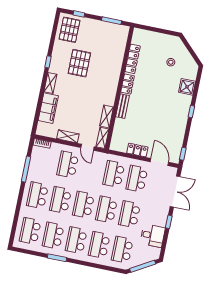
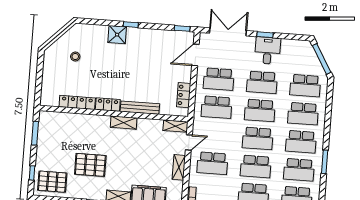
shower: (187, 87) -> (117, 35), moved
bench: (122, 106) -> (140, 108), width x1.36
shelving: (107, 116) -> (124, 123), moved
locker: (137, 150) -> (184, 95), moved
desk: (153, 236) -> (268, 51), moved

